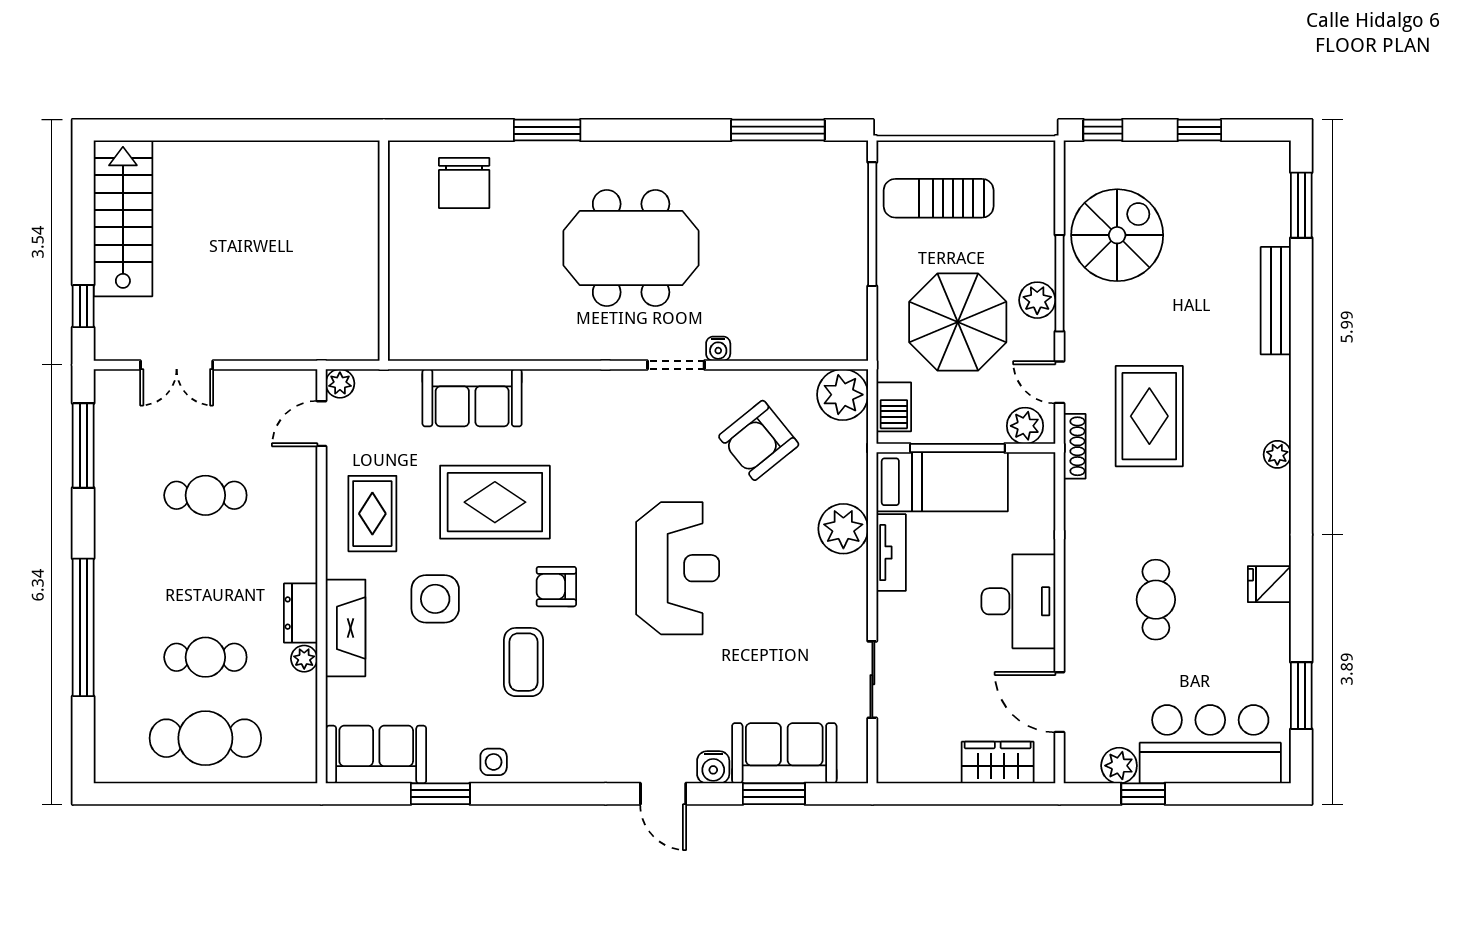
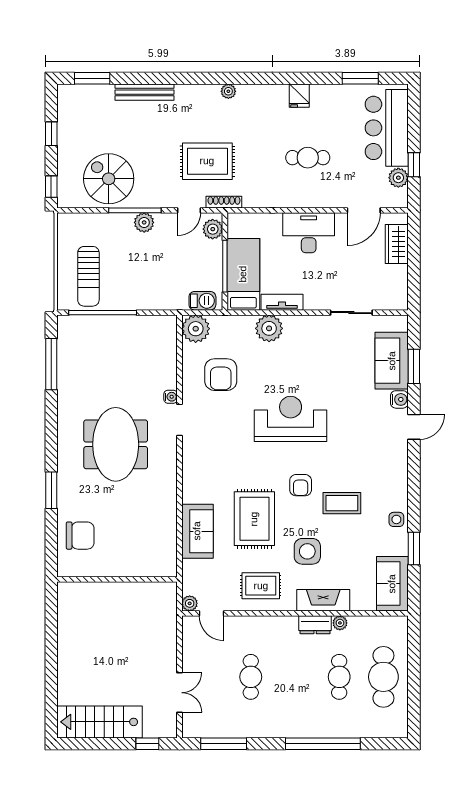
parasol: (958, 322) -> (156, 266), removed
armchair: (759, 440) -> (221, 375), turned 39

